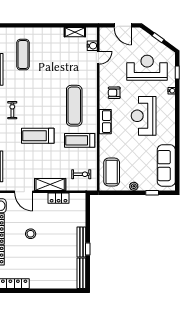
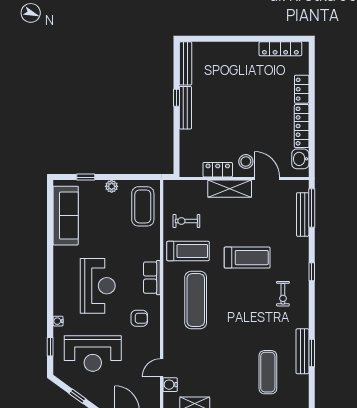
exercise bike: (81, 174) -> (186, 221), moved
stool: (31, 234) -> (246, 161), moved

